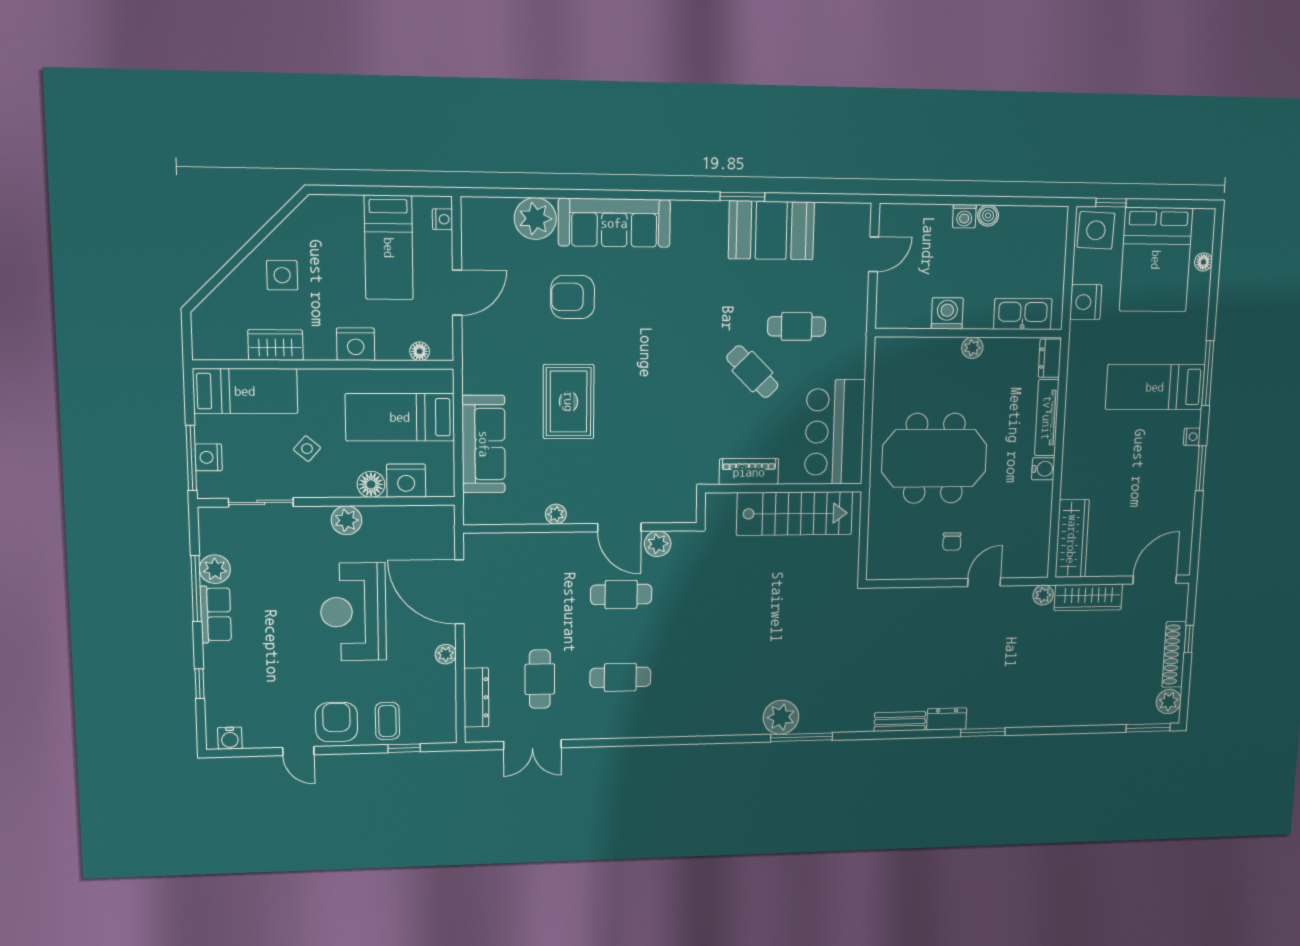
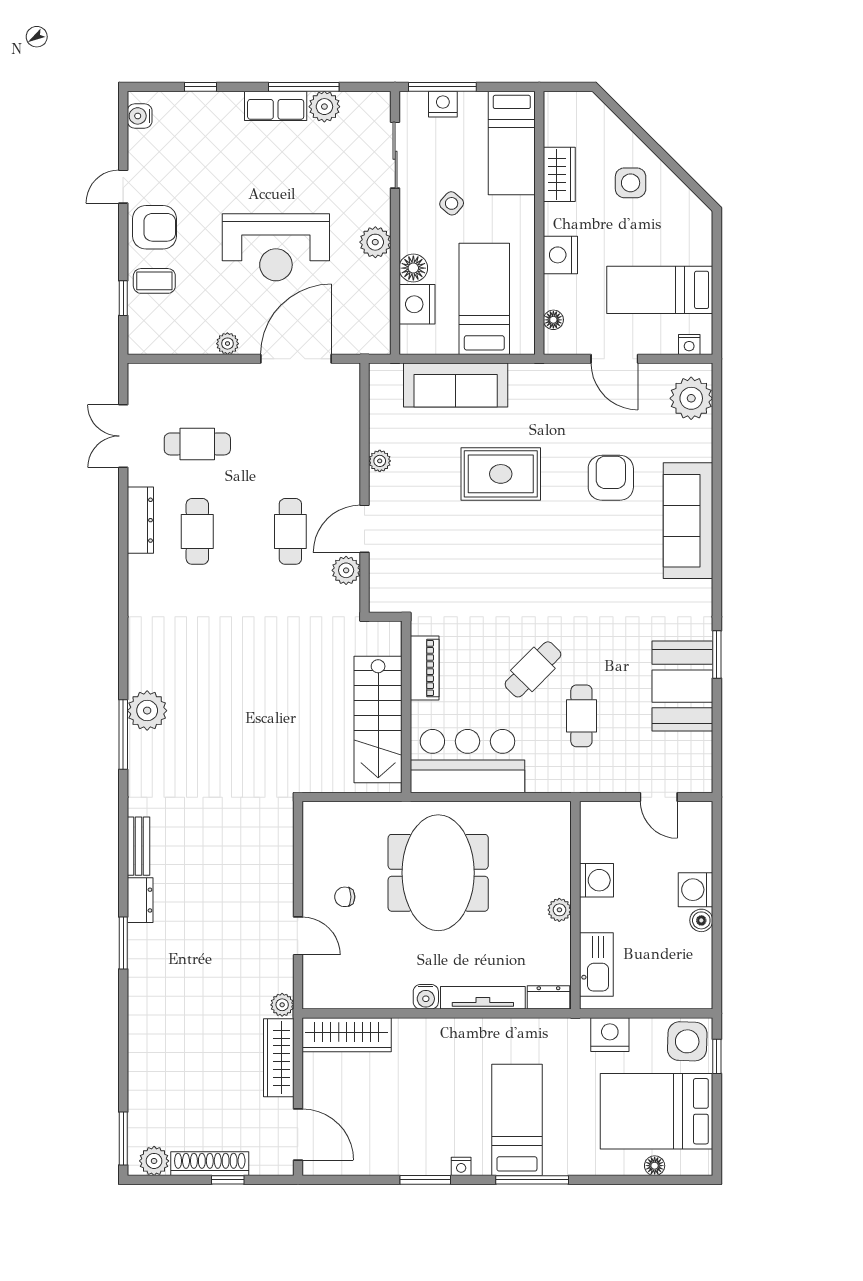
washing machine: (964, 216) -> (696, 890), width x1.38, depth x1.38
plant: (535, 219) -> (691, 398), moved
reception desk: (353, 612) -> (276, 247), turned 180
dresser: (476, 698) -> (140, 520), moved, turned -90

